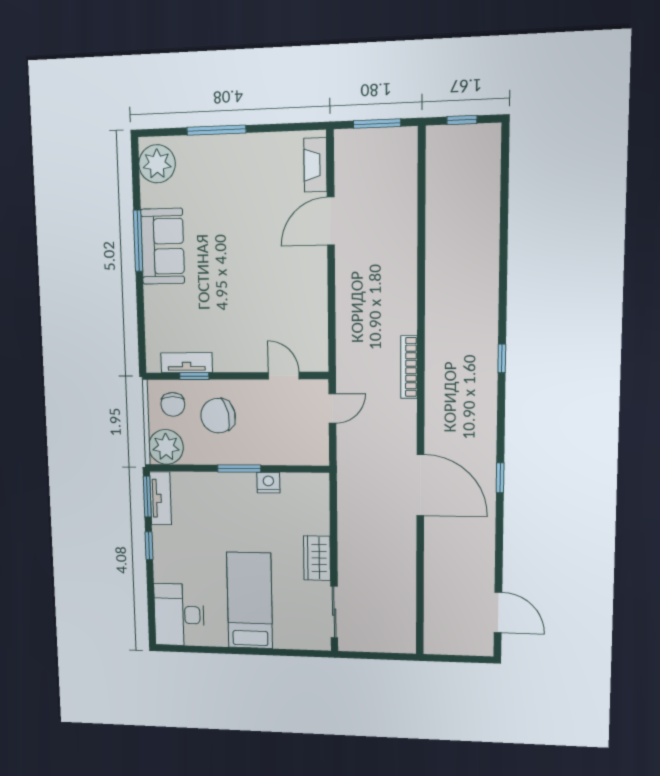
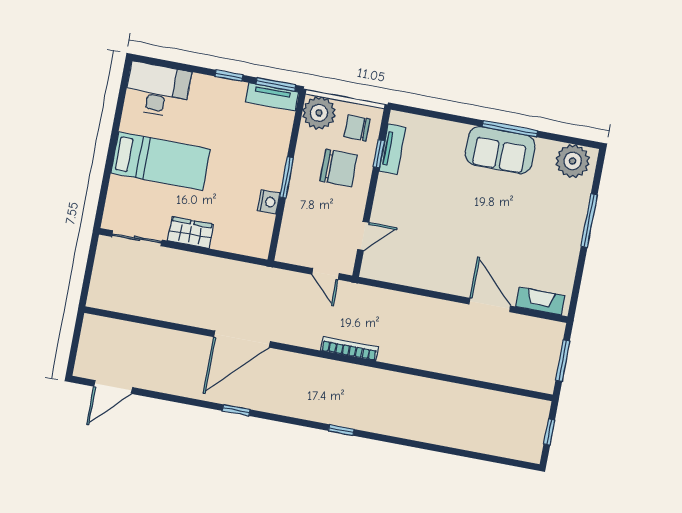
chair: (218, 416) -> (339, 168), turned 102

